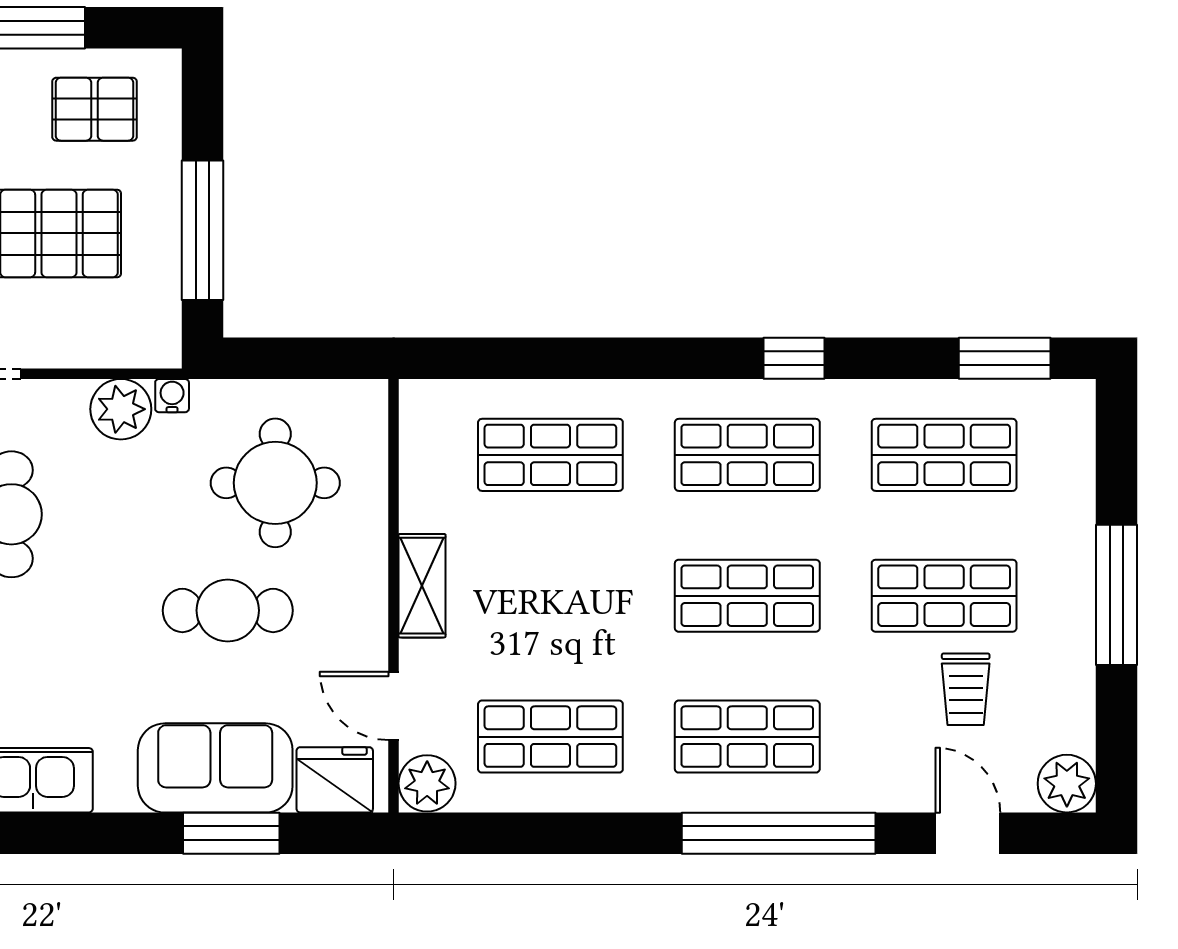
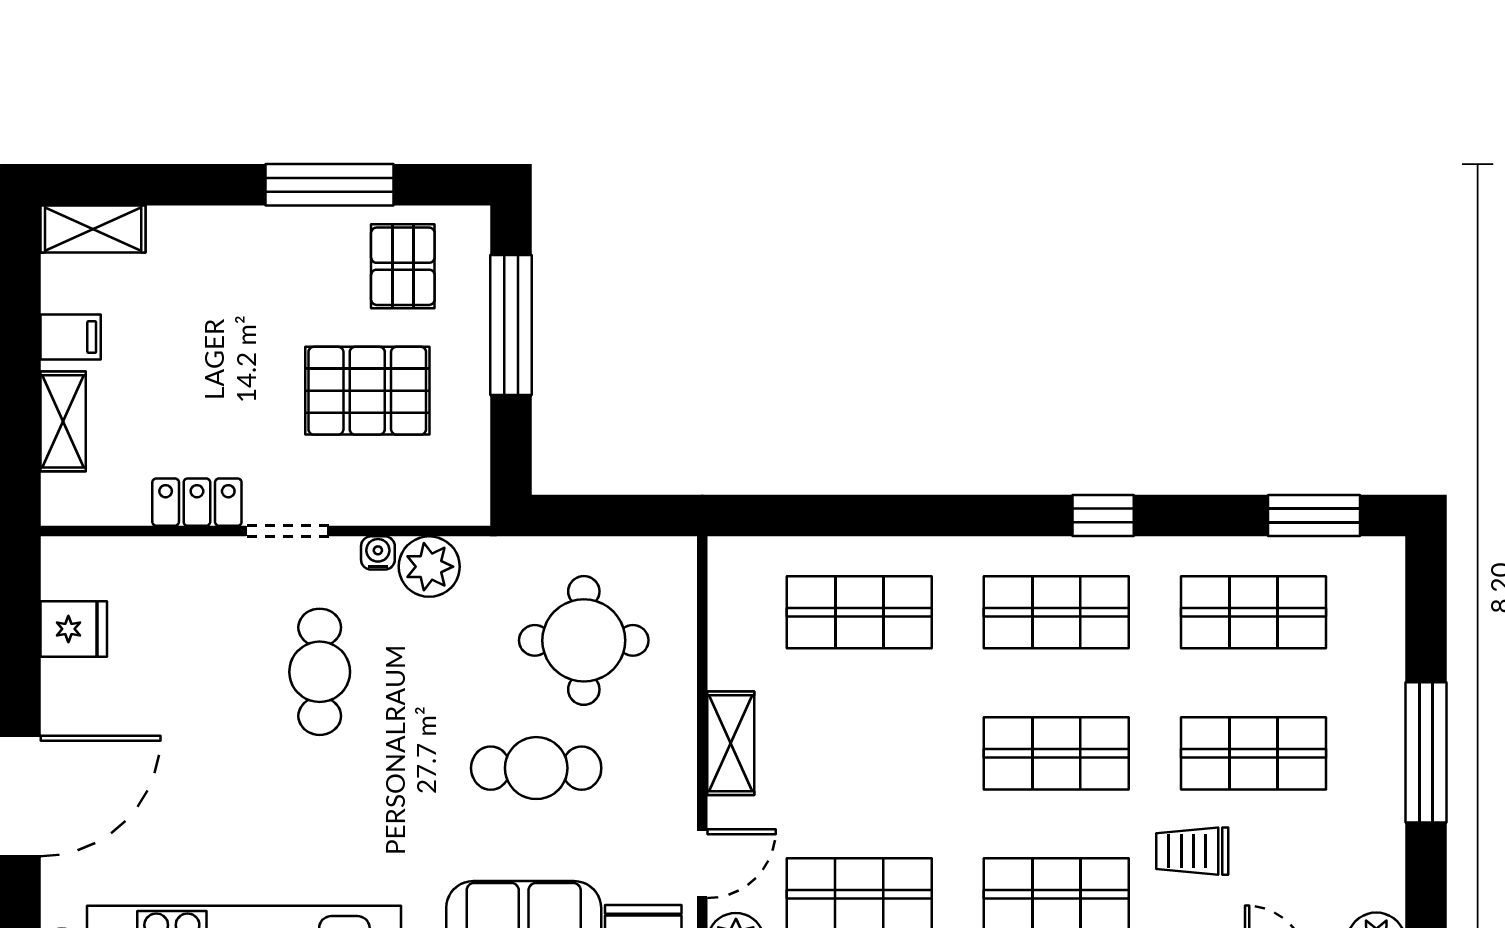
pallet: (95, 109) -> (403, 266), turned 90
window: (203, 230) -> (511, 325), moved
water cooler: (172, 396) -> (378, 553), moved
trolley: (966, 689) -> (1192, 851), moved, turned 90
door: (394, 706) -> (702, 864), swing flipped

